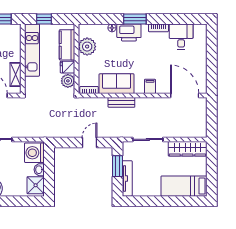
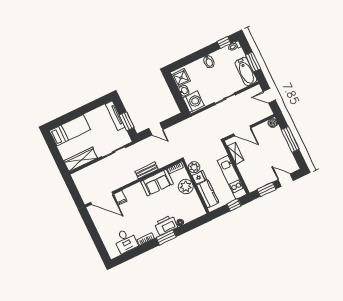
plant: (87, 47) -> (186, 187), moved
filing cabinet: (150, 86) -> (120, 198), moved
door: (90, 143) -> (156, 129), hinge flipped

